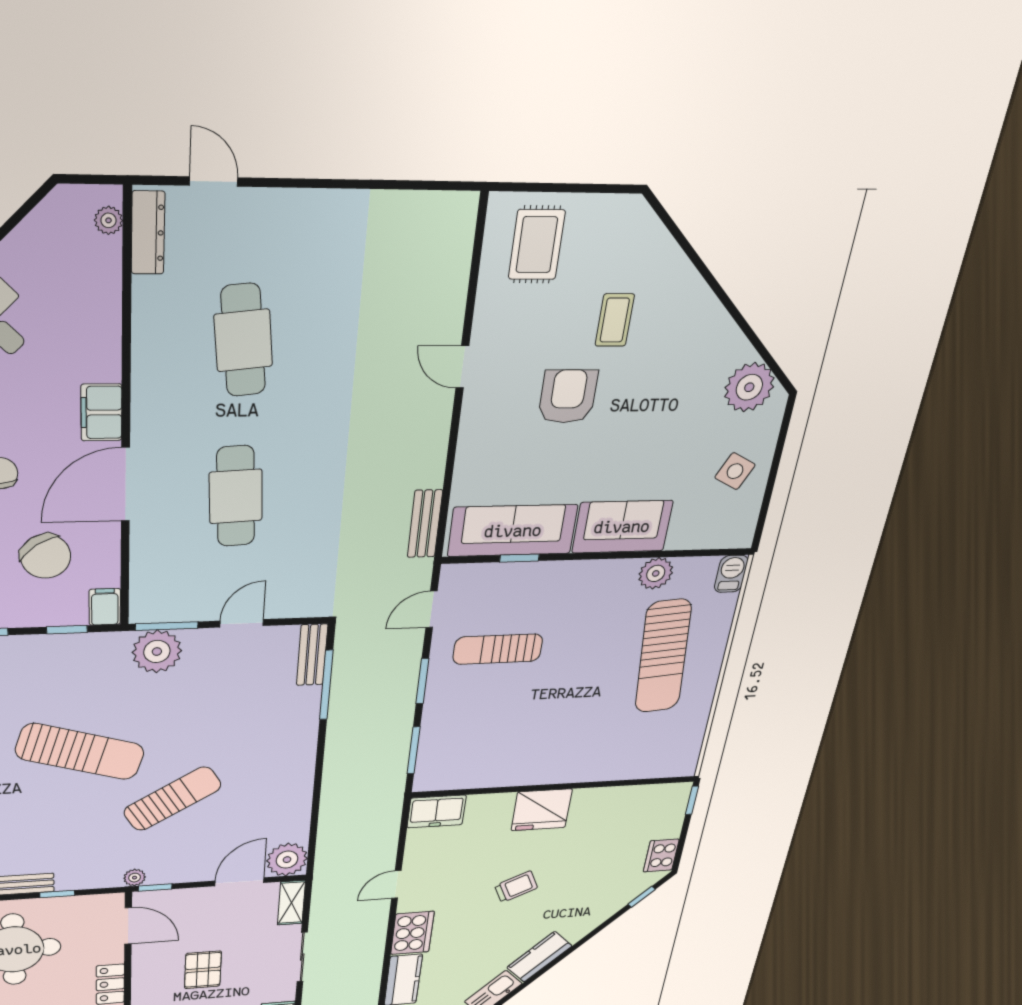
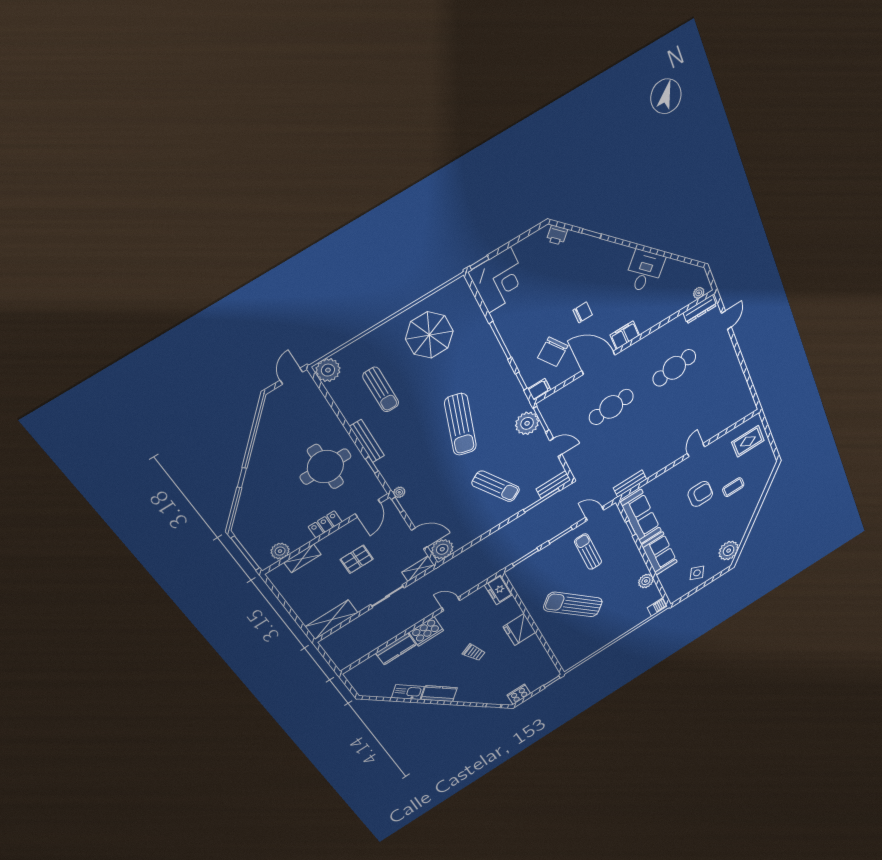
sun lounger: (663, 656) -> (573, 604), moved, turned 51
sun lounger: (172, 799) -> (496, 486), moved

